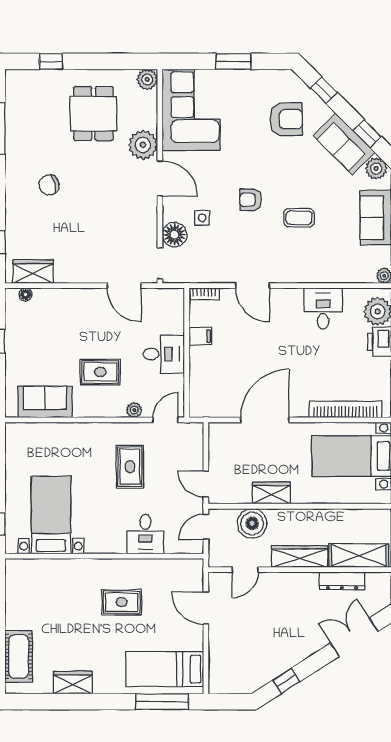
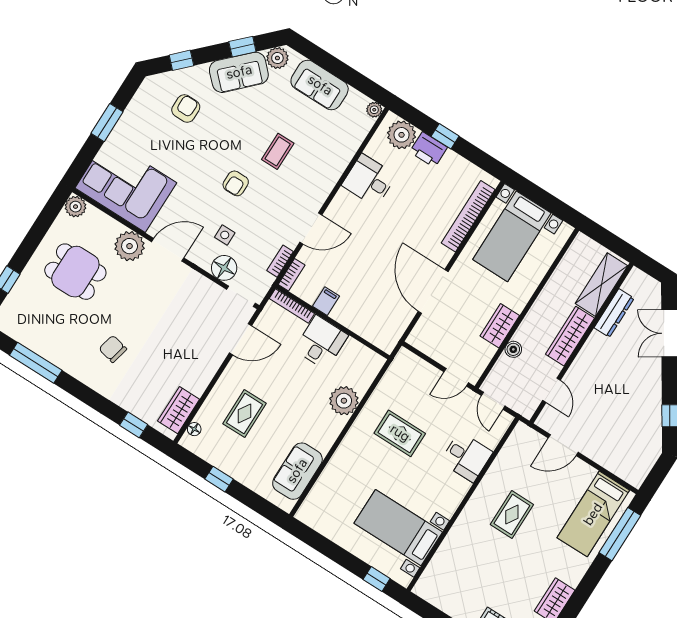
armchair: (286, 119) -> (186, 109), width x0.72, depth x0.72
chair: (49, 185) -> (113, 349), turned 119
bookcase: (210, 277) -> (280, 261), added
bookcase: (179, 311) -> (292, 306), added
rug: (100, 372) -> (244, 414), moved
plant: (134, 410) -> (344, 401), width x1.88, depth x1.88
door: (165, 420) -> (379, 377), removed
boiler: (252, 523) -> (513, 349), width x0.54, depth x0.54

